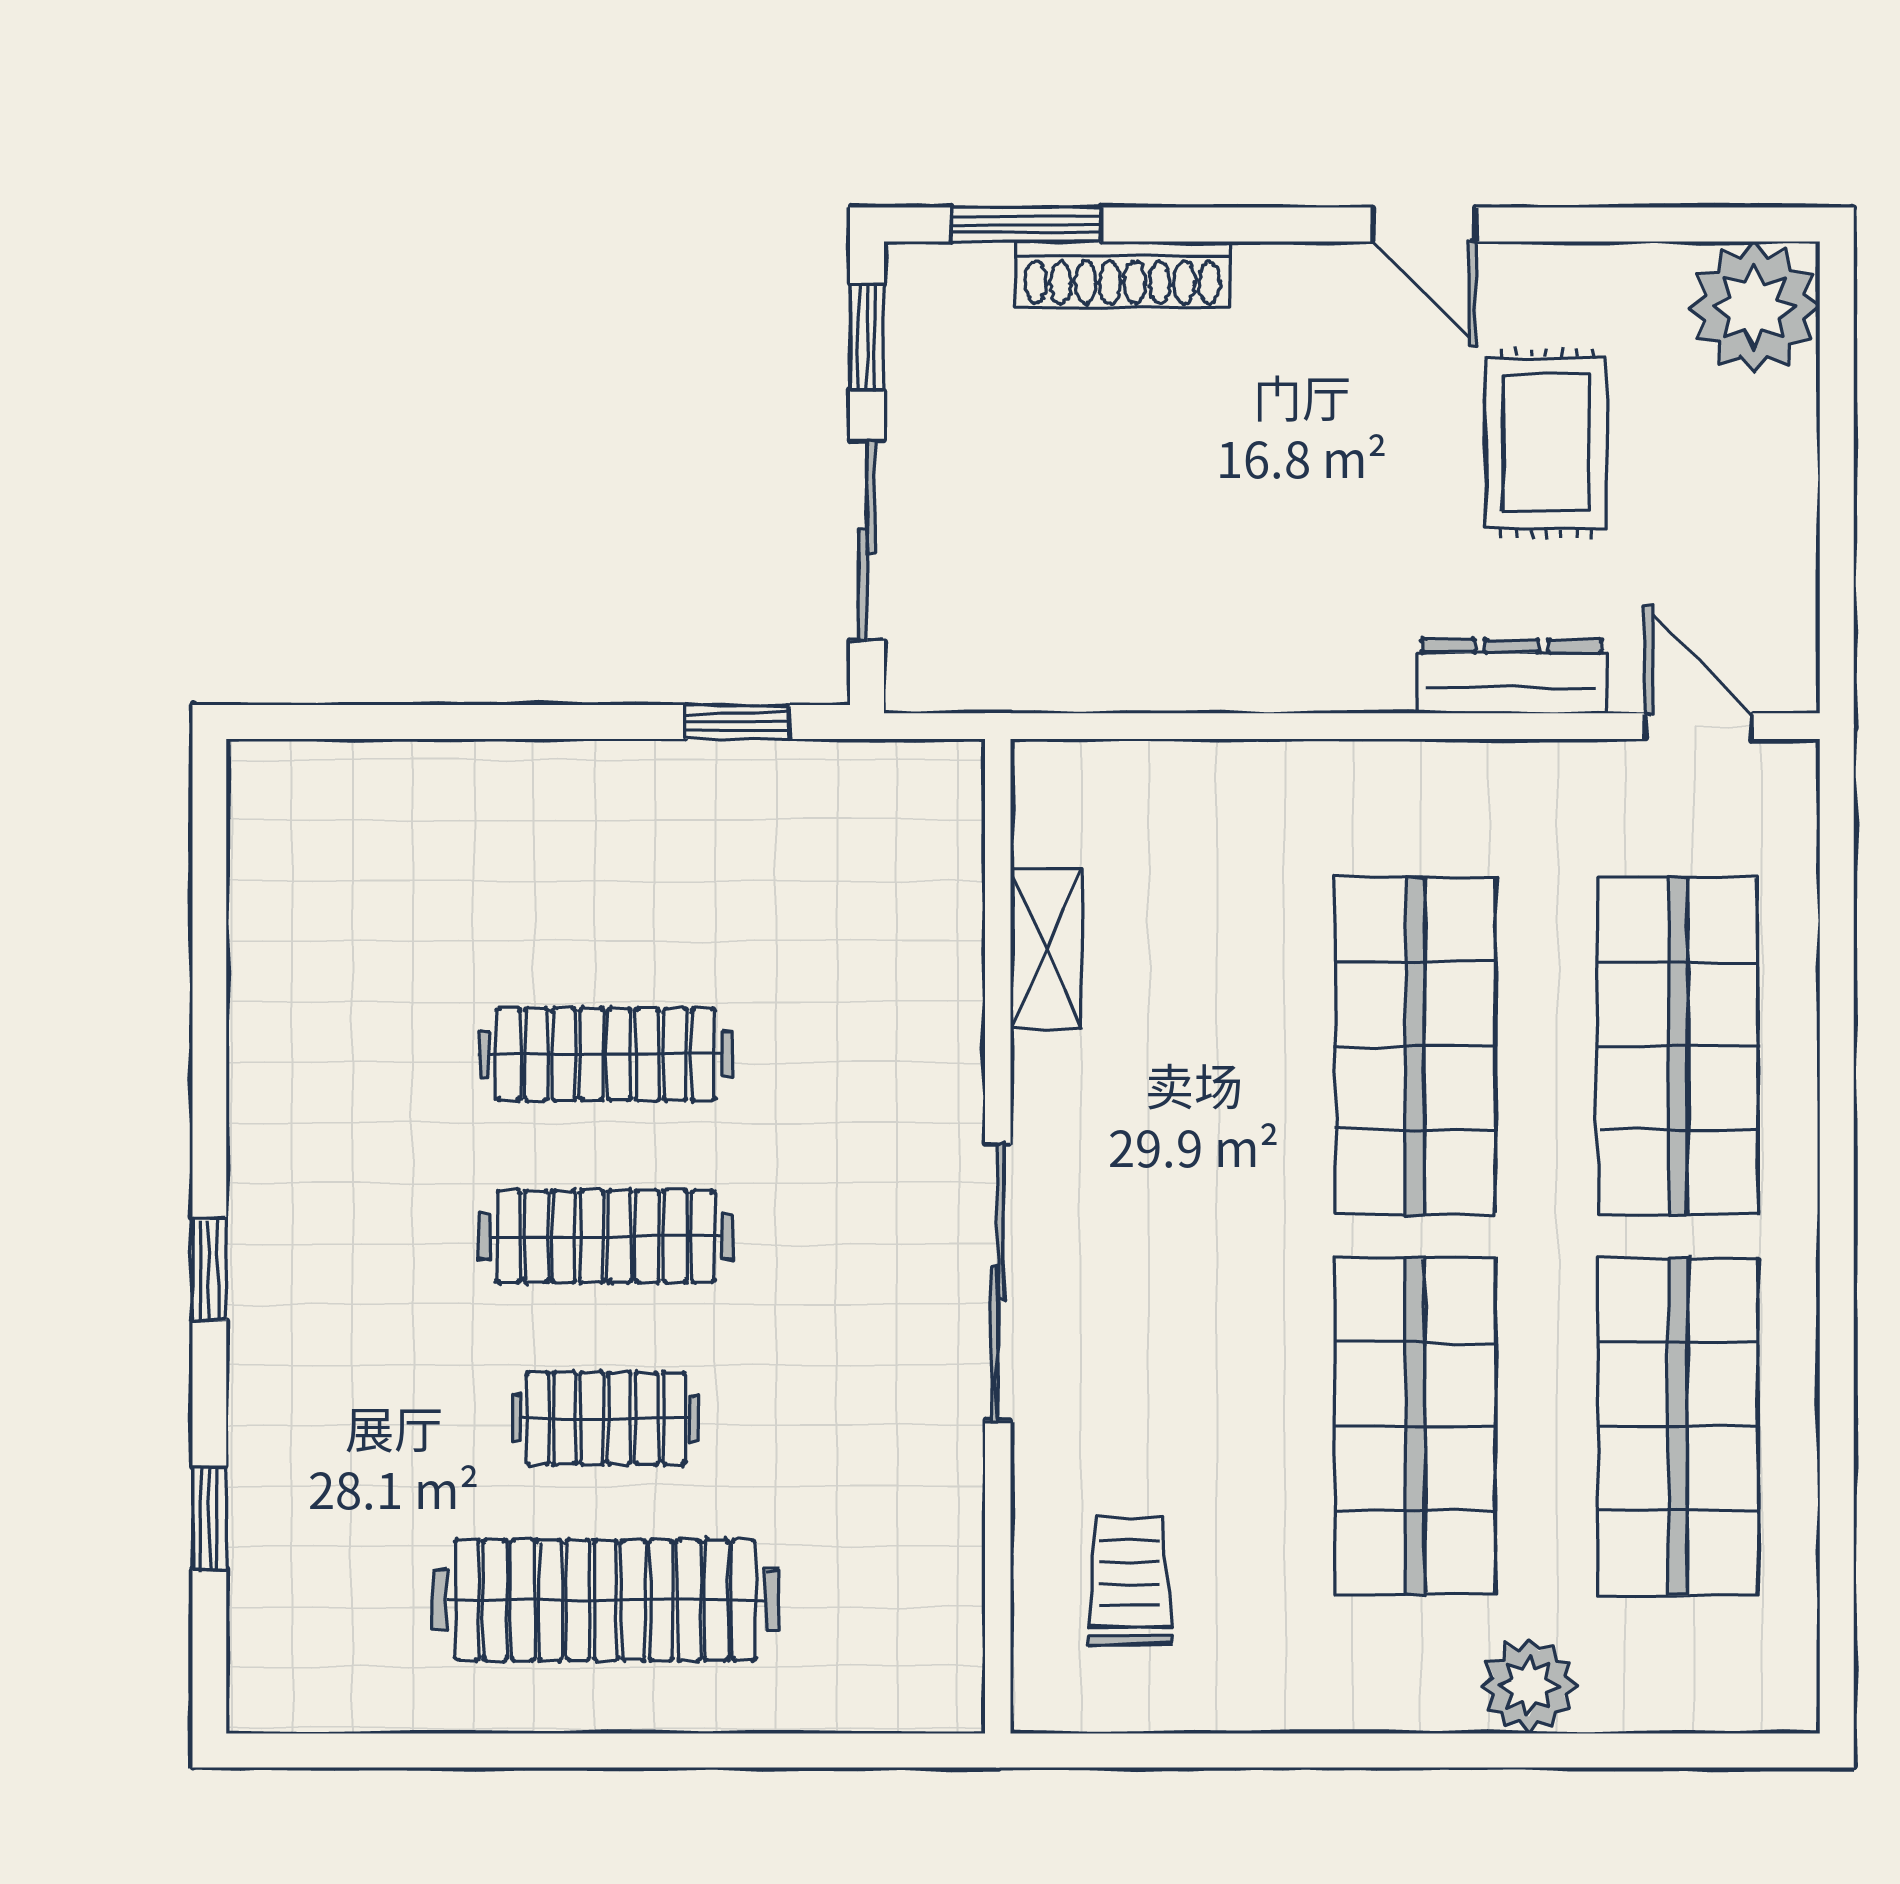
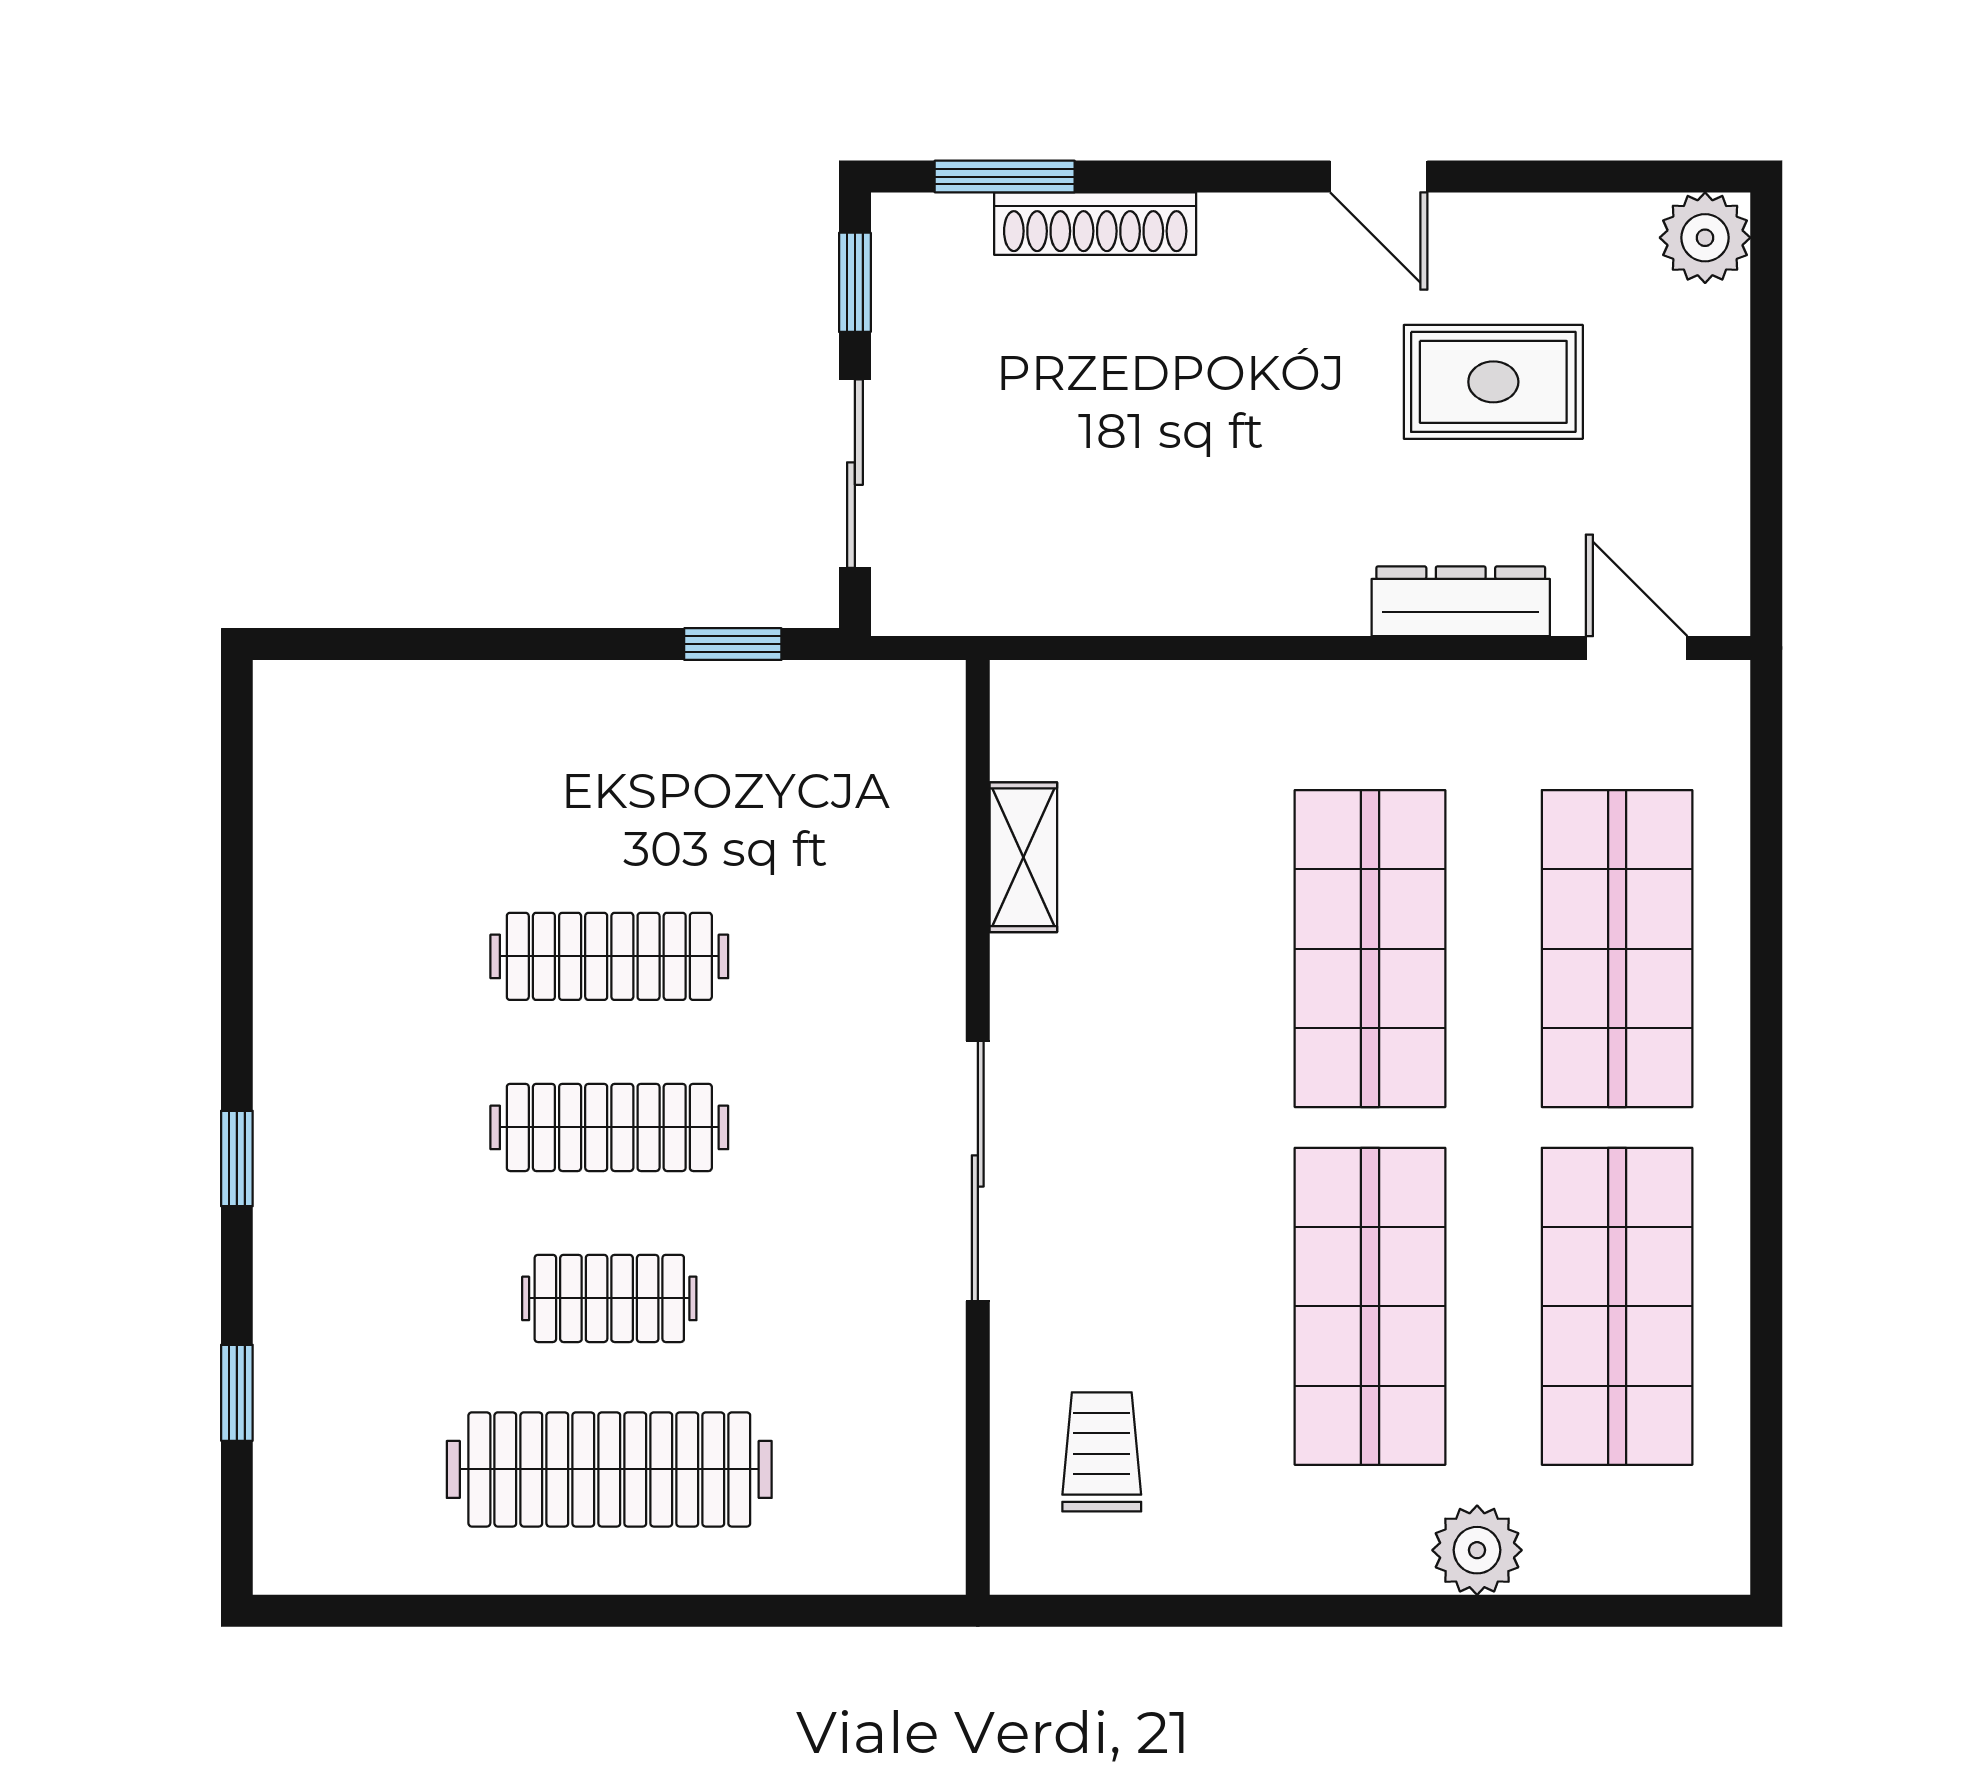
plant: (1754, 307) -> (1705, 238), width x0.73, depth x0.73
rug: (1546, 443) -> (1493, 382), turned 90

